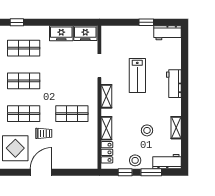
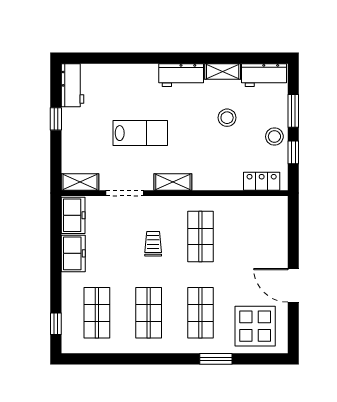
workbench: (174, 84) -> (181, 75), moved
shelving: (106, 128) -> (80, 182), moved
trolley: (44, 133) -> (153, 244), moved
workbench: (167, 162) -> (264, 75), moved, turned -90

